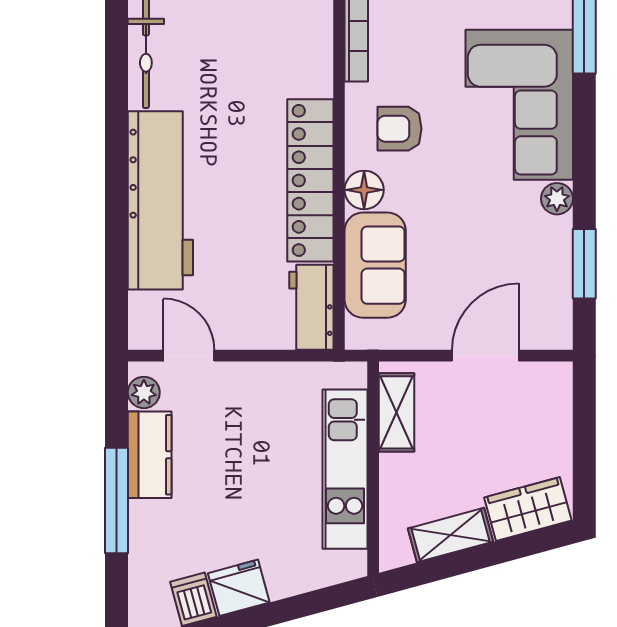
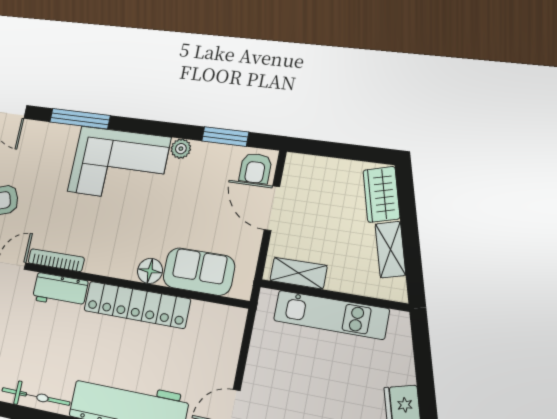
armchair: (400, 129) -> (256, 168), moved
workbench: (311, 307) -> (60, 290), moved

